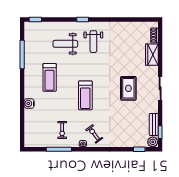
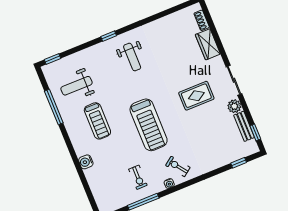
weight bench: (65, 44) -> (77, 86), moved
rug: (128, 88) -> (196, 96), turned 90
treadmill: (85, 95) -> (149, 125), width x1.37, depth x1.38
plant: (153, 142) -> (234, 106), moved

